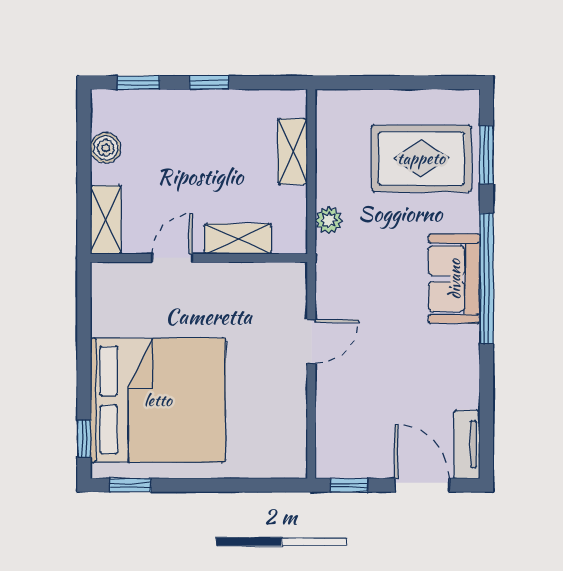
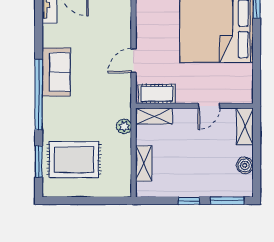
window: (138, 83) -> (227, 201), width x1.50
shelving: (238, 239) -> (154, 116), moved
sofa: (454, 279) -> (56, 72), moved
cot: (268, 280) -> (157, 94), added

